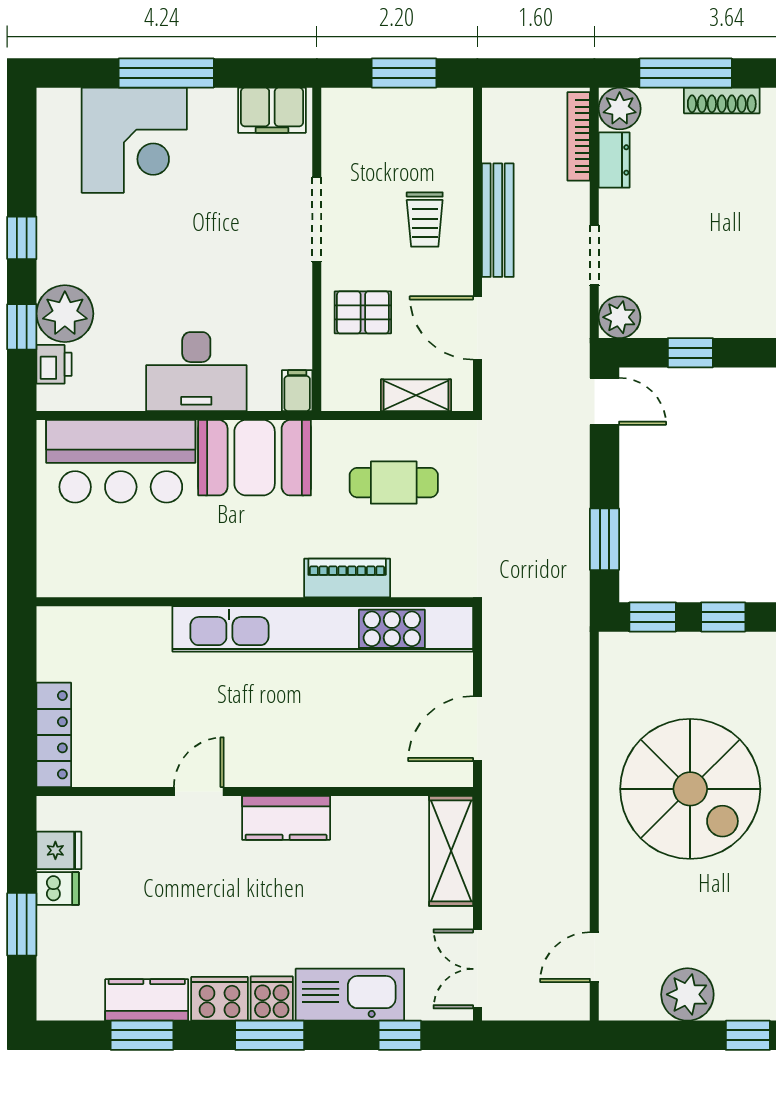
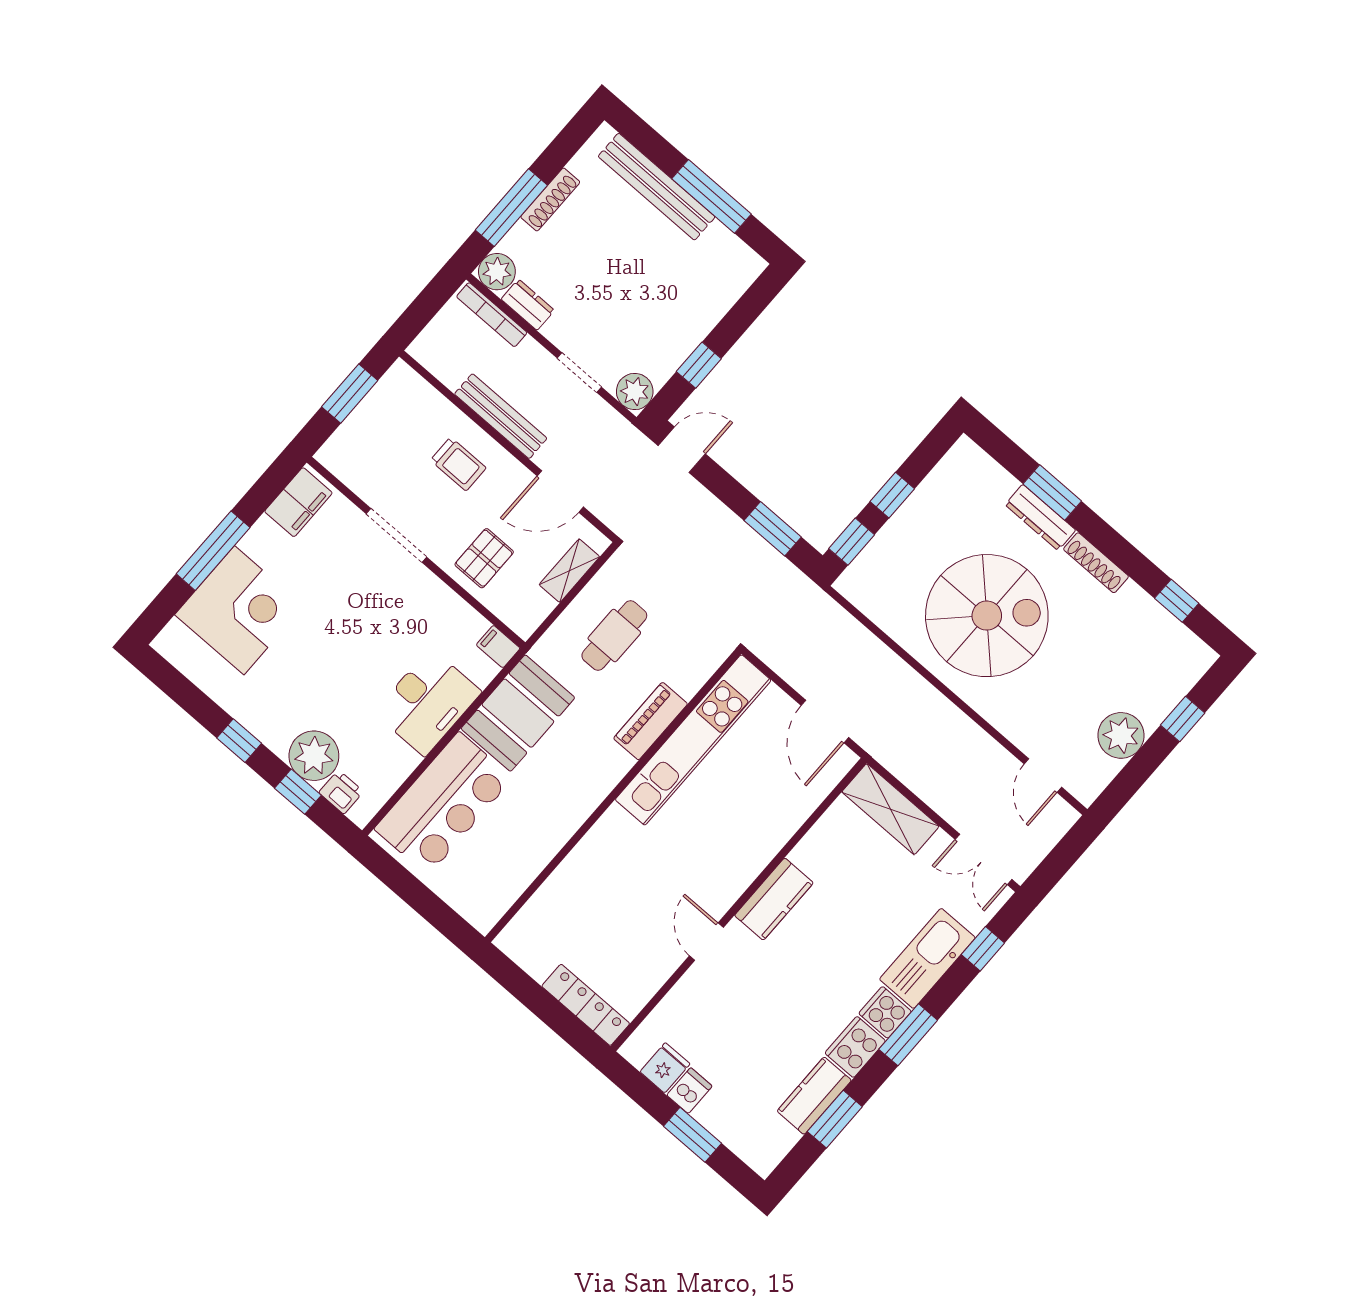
kitchen unit: (323, 629) -> (693, 740), width x0.73

